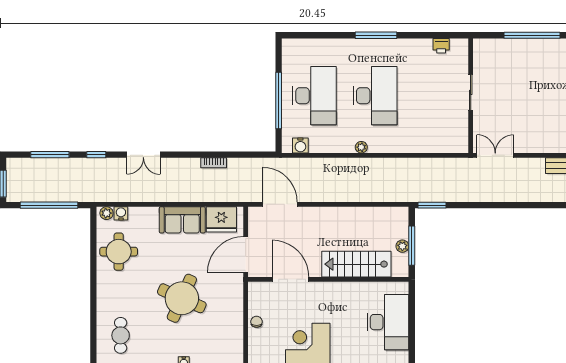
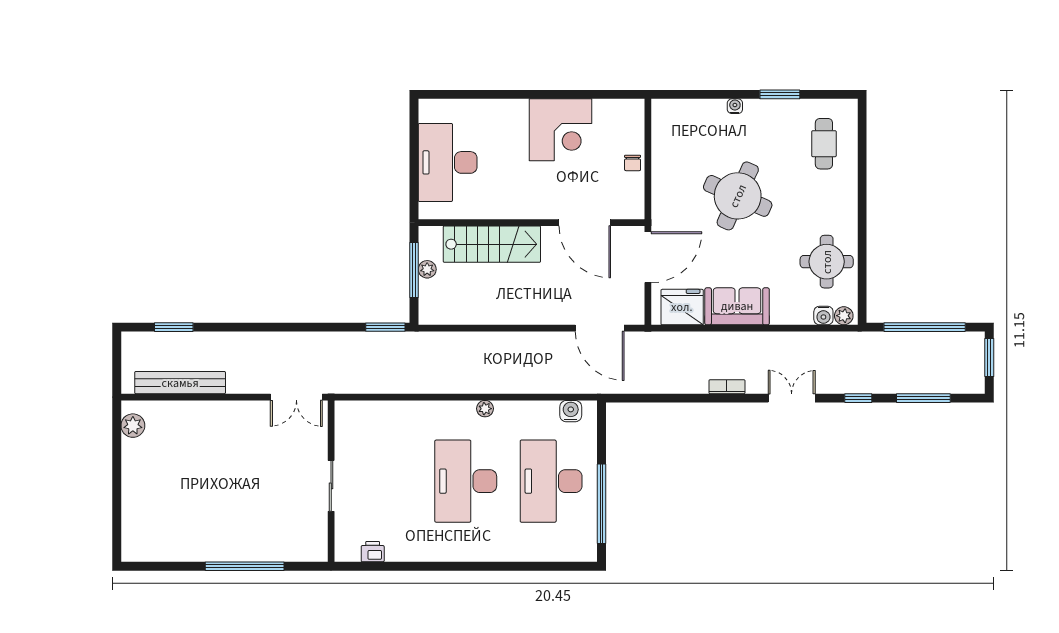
window: (376, 35) -> (464, 566), removed
window: (279, 101) -> (601, 504), moved
bookcase: (214, 163) -> (727, 387), moved

